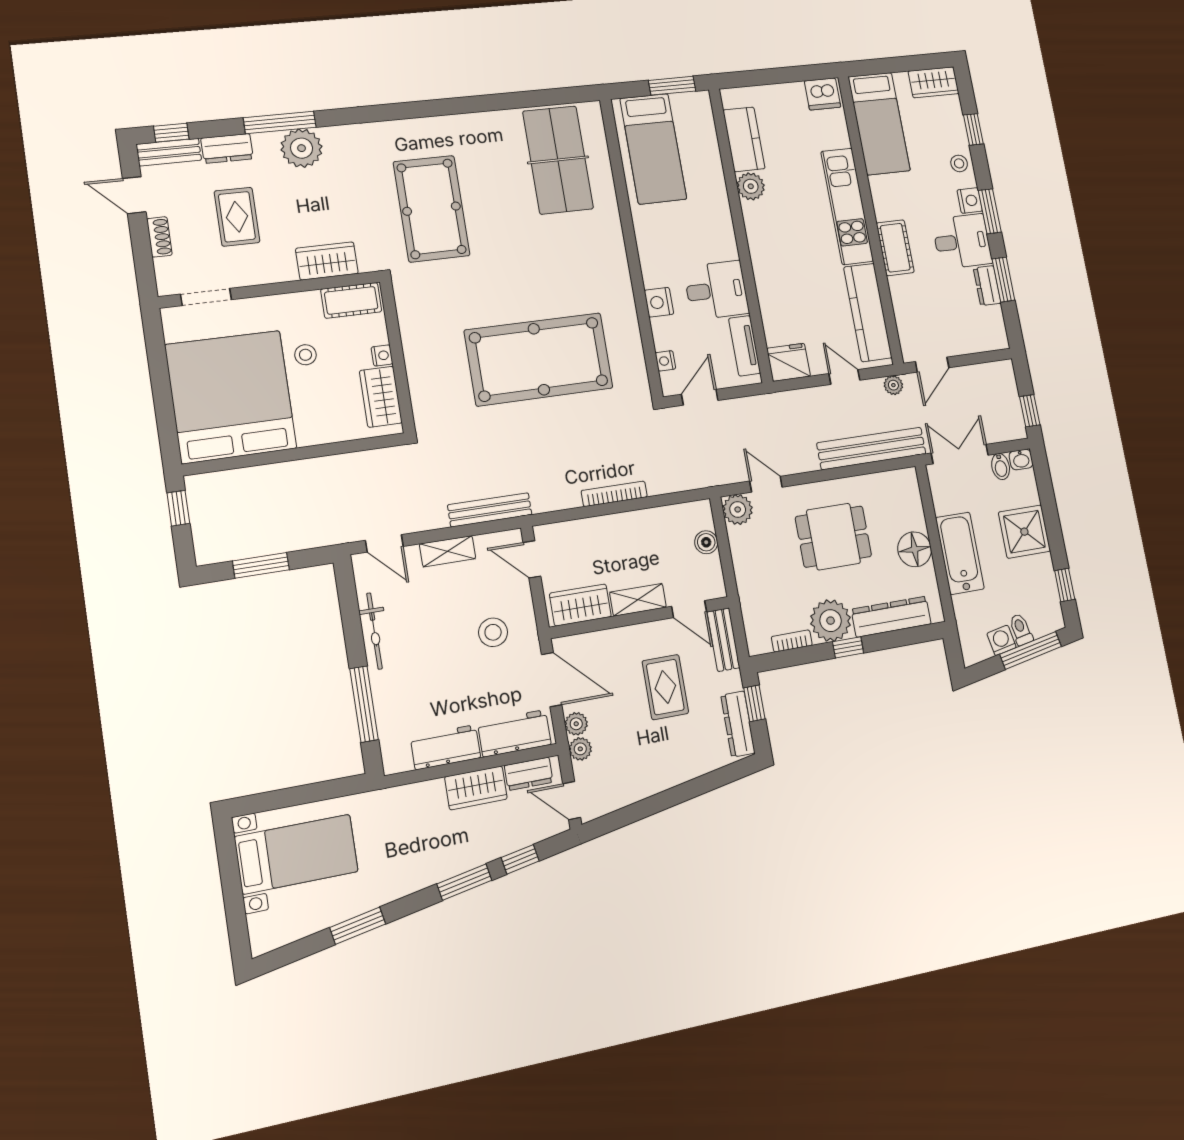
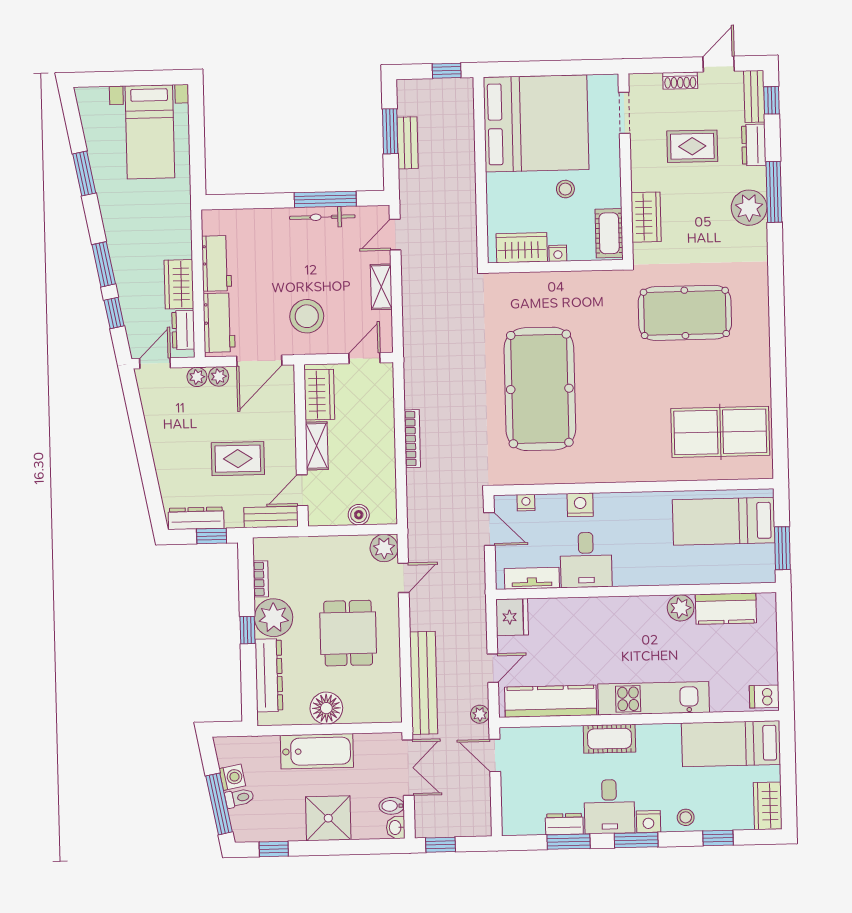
dishwasher: (823, 94) -> (764, 697), width x0.73
bench: (490, 510) -> (408, 143), moved, width x0.73
stool: (493, 632) -> (307, 316), width x1.38, depth x1.38
window: (364, 704) -> (325, 199), moved

